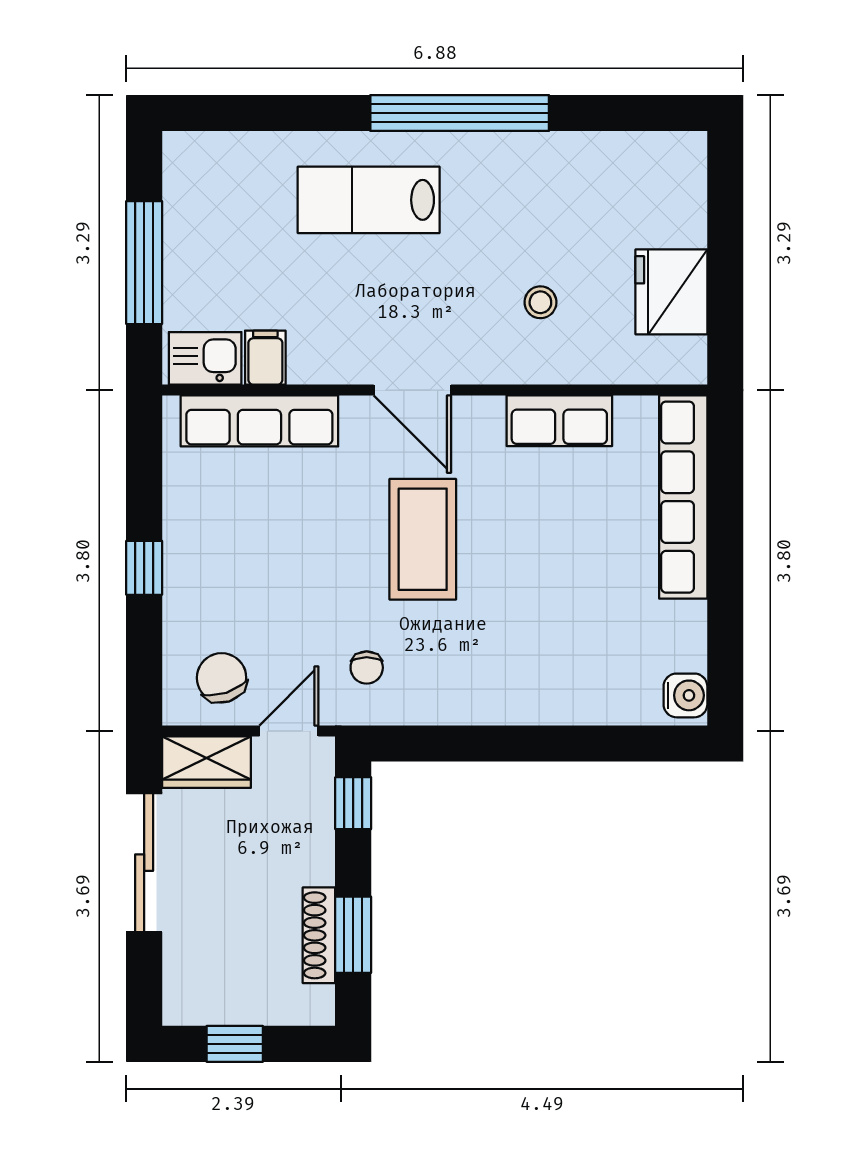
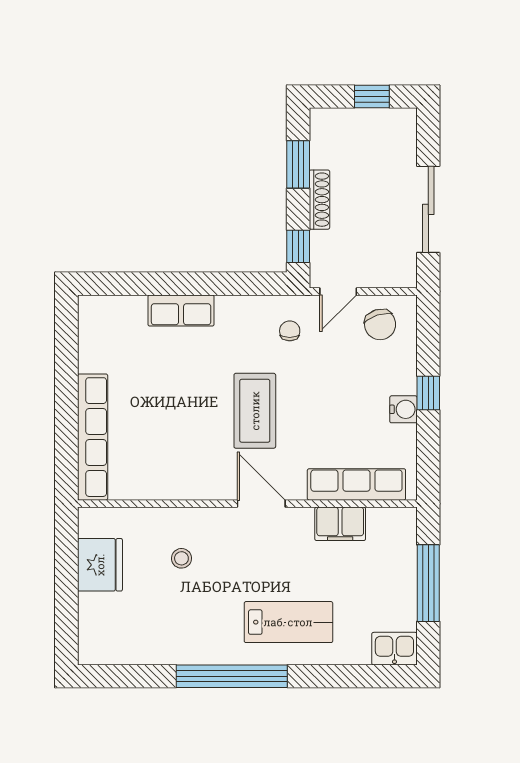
kitchen sink: (205, 358) -> (394, 649), moved, turned 180
filing cabinet: (265, 358) -> (340, 524), width x2.00
row of seats: (559, 421) -> (181, 310), moved, turned 180
water cooler: (685, 695) -> (403, 409), moved, turned 180
wardrobe: (206, 762) -> (389, 272), removed
shoe rack: (319, 935) -> (319, 200), moved

